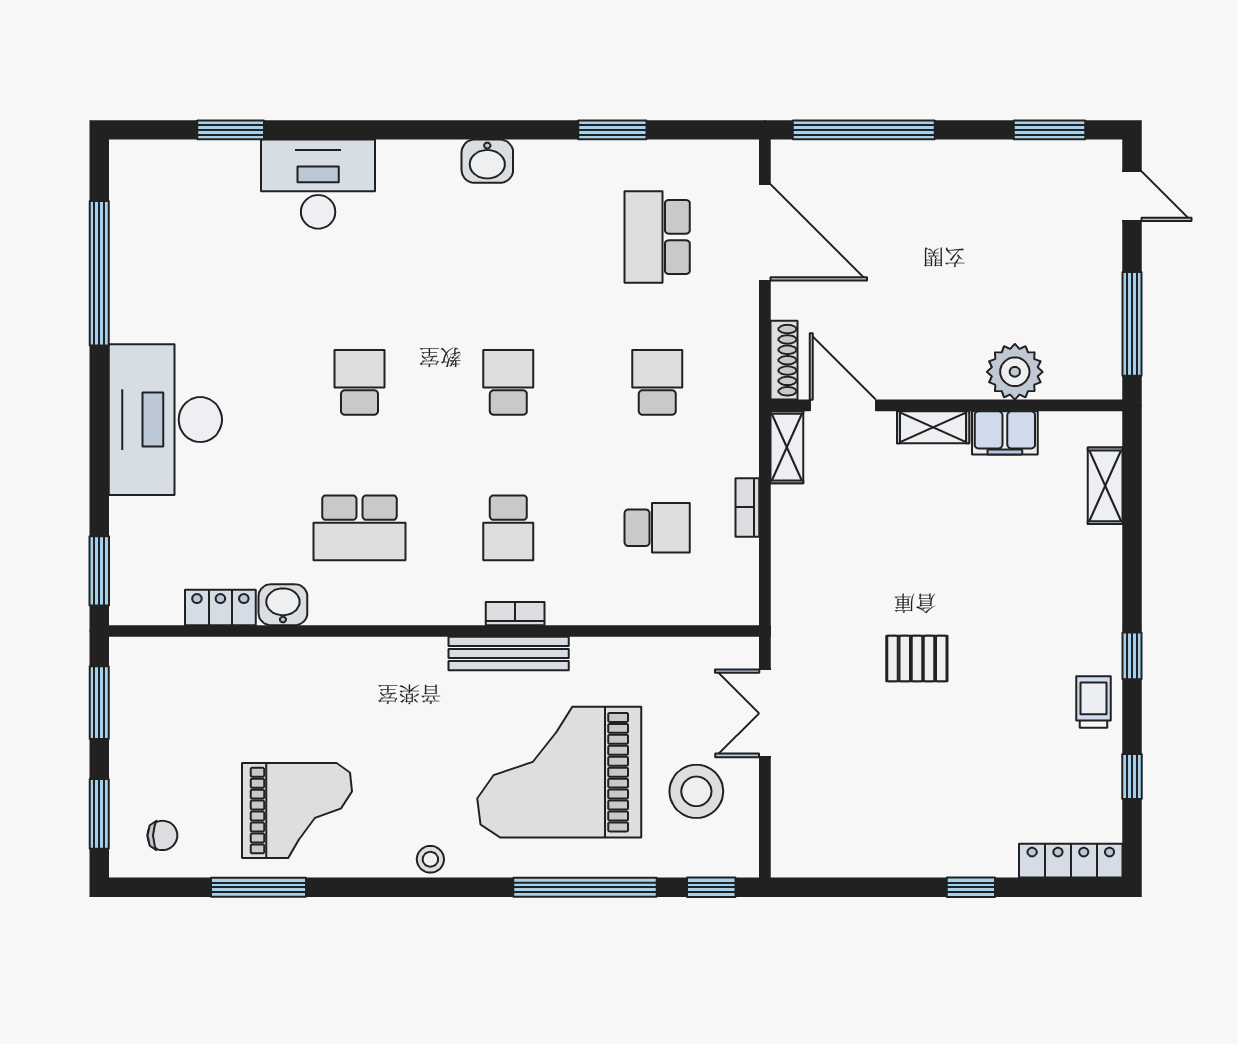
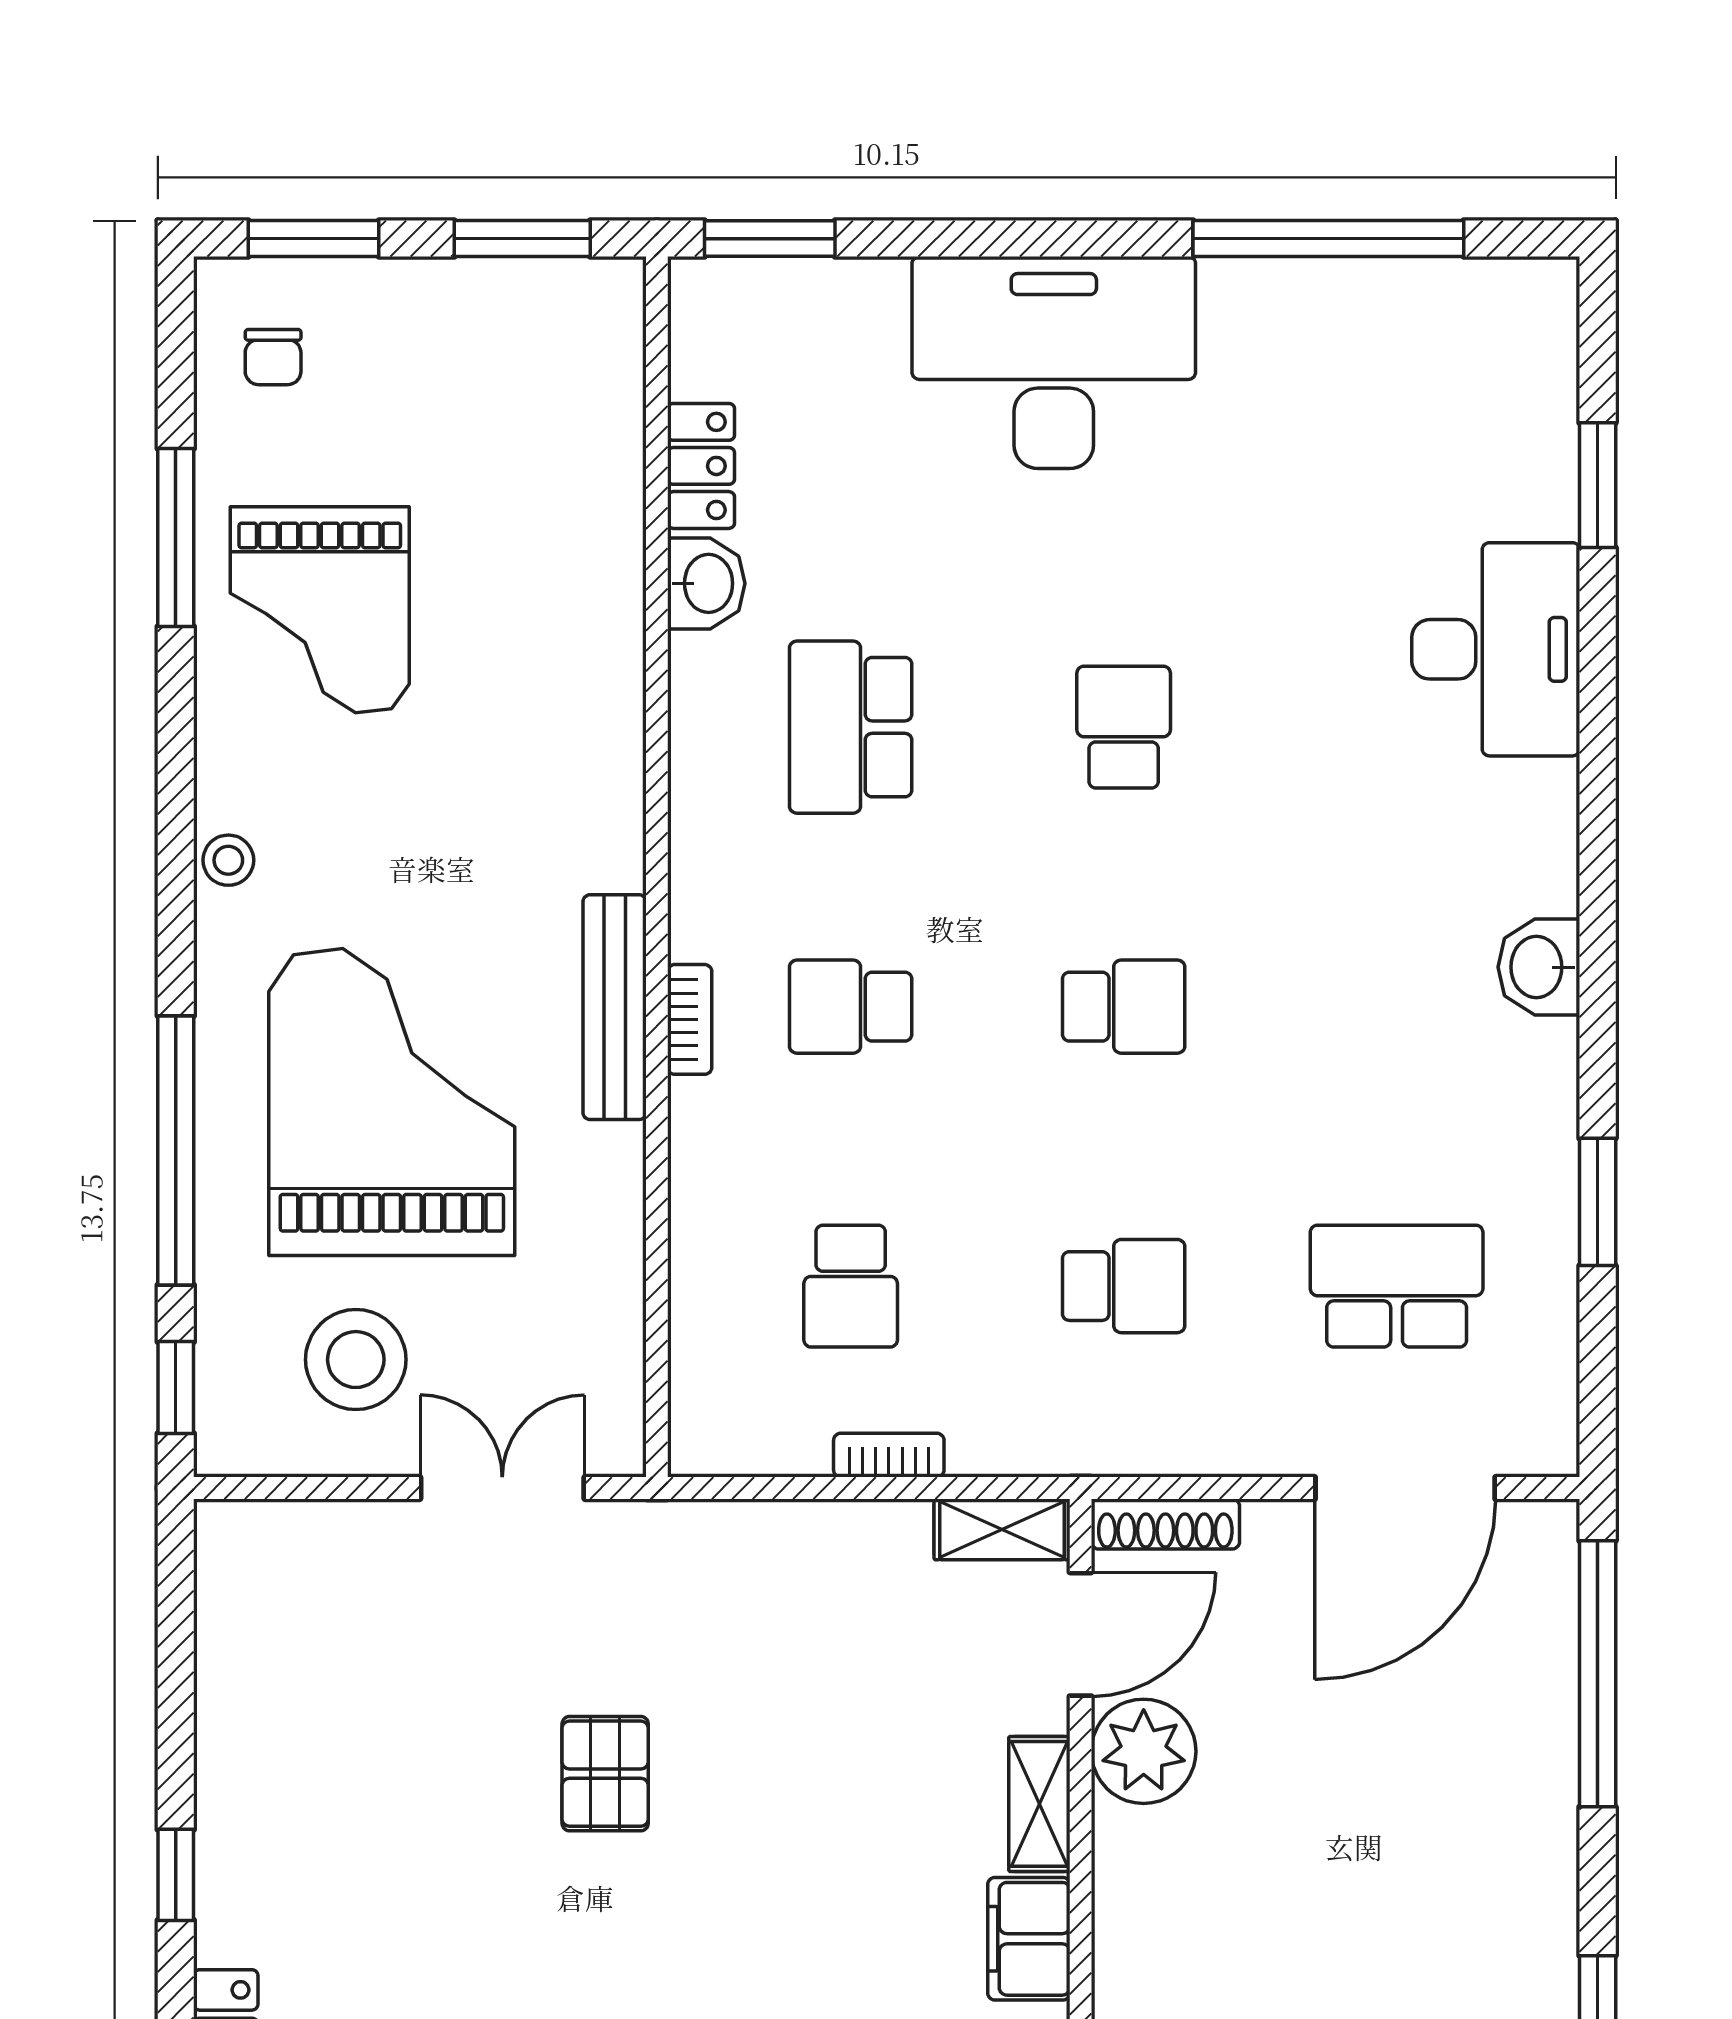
plant: (1015, 372) -> (1144, 1751), moved
school desk: (359, 382) -> (1124, 727), turned -90

